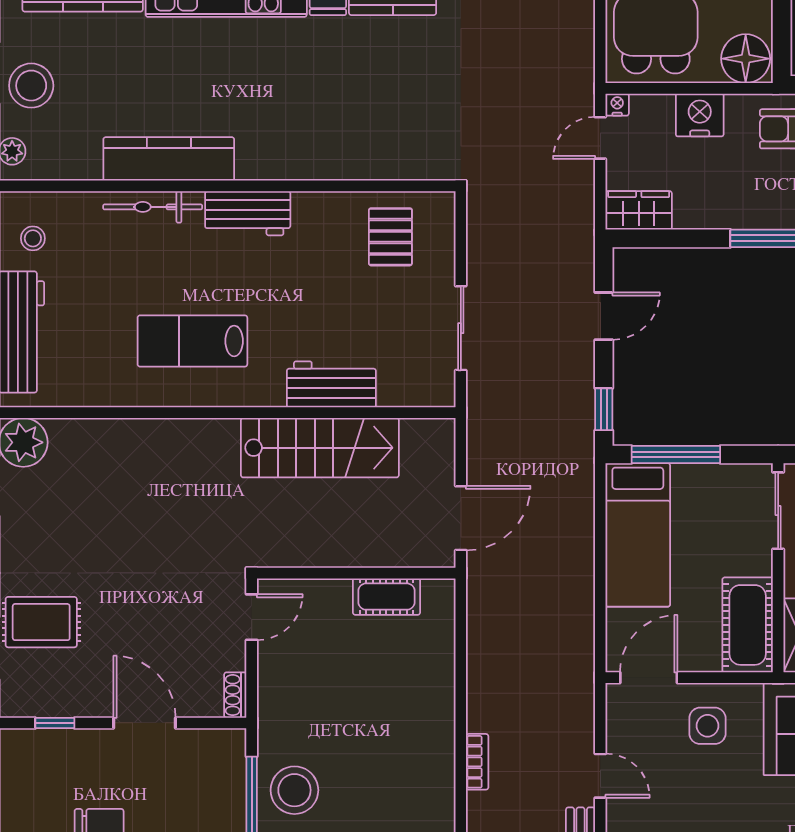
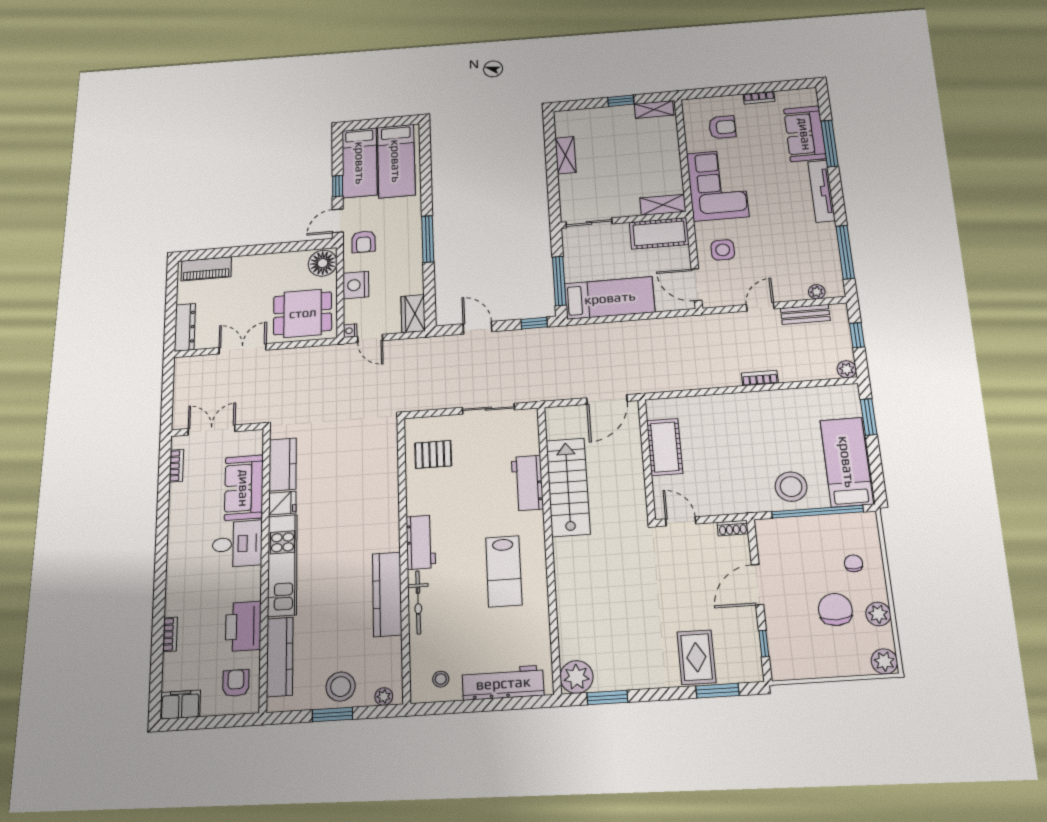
door: (461, 518) -> (607, 400), swing flipped
cot: (386, 597) -> (665, 447), width x1.37, depth x1.34

